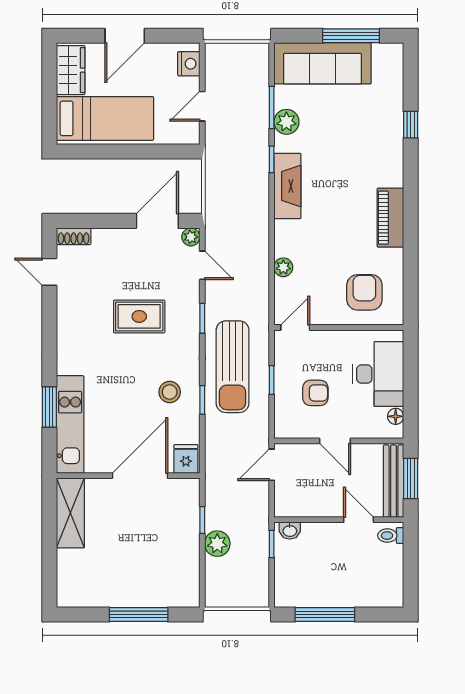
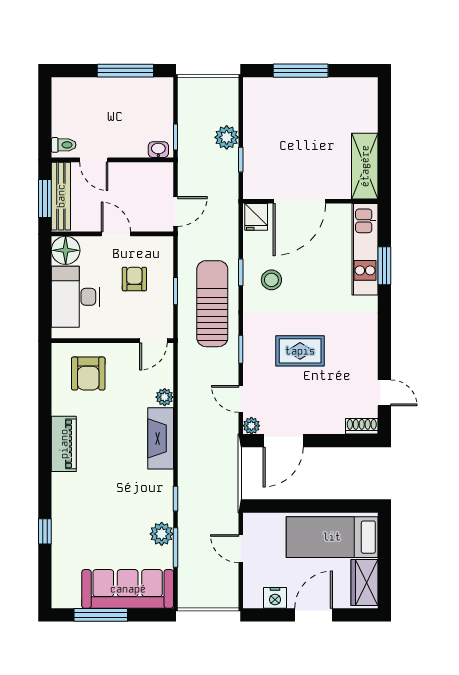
nightstand: (189, 64) -> (275, 598), moved, turned -90
door: (202, 106) -> (241, 549), swing flipped
fireplace: (287, 186) -> (161, 438), moved
armchair: (315, 393) -> (134, 279), turned 90
floor lamp: (396, 416) -> (66, 250), width x1.89, depth x1.89

